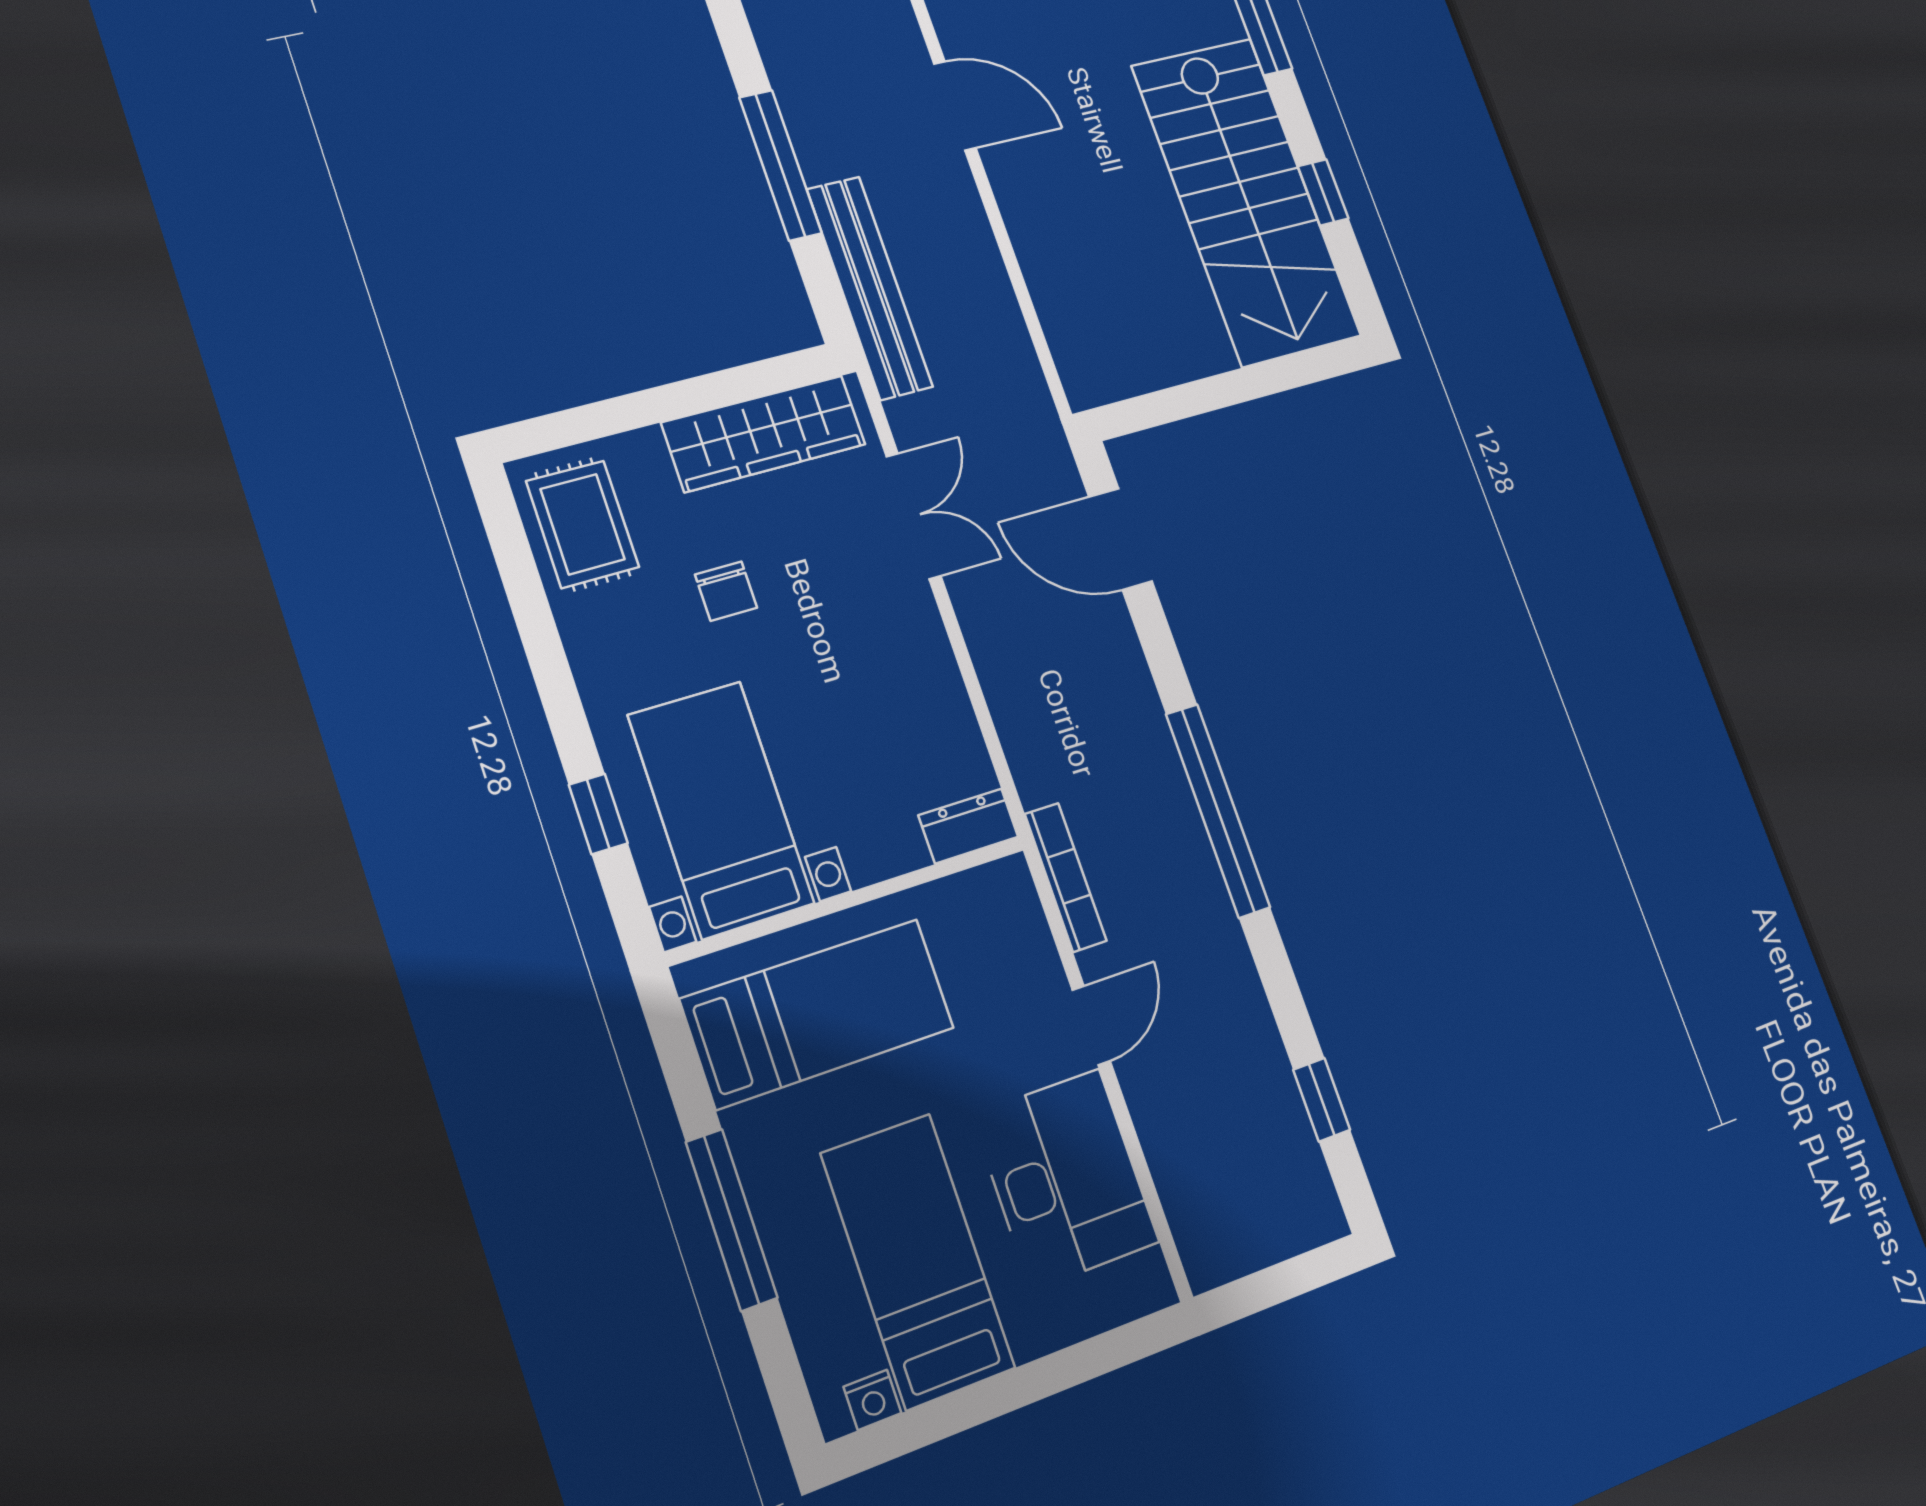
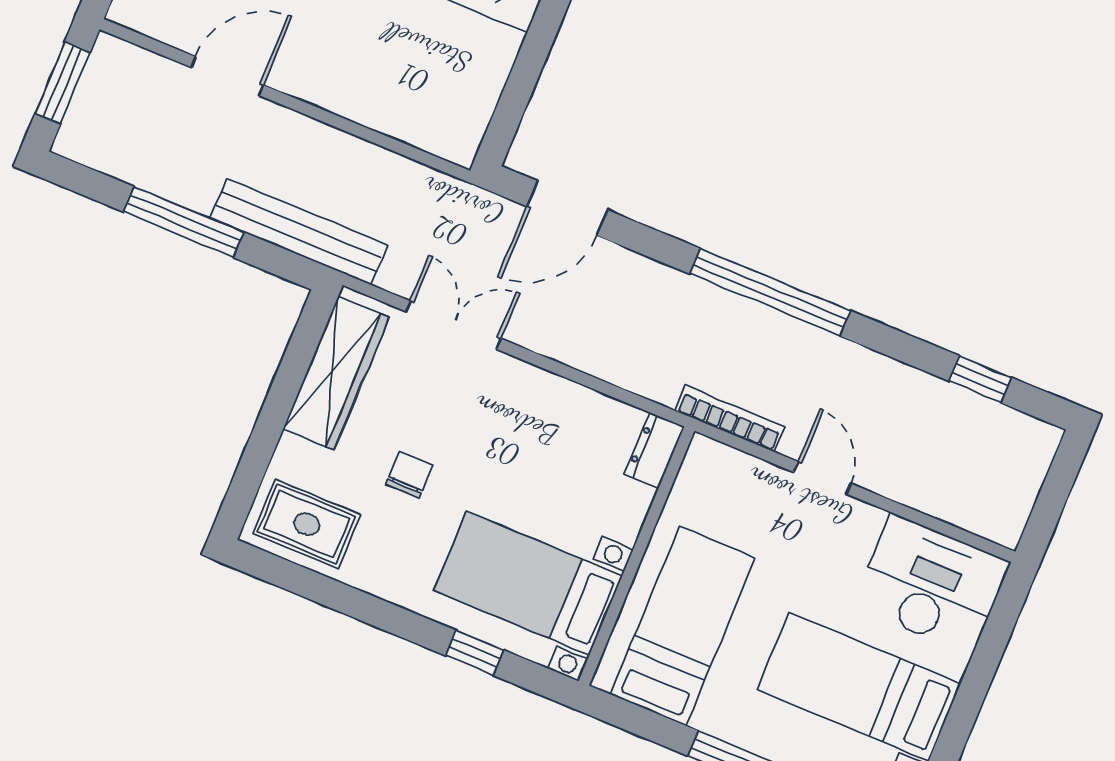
chair: (726, 591) -> (409, 475), turned -90
desk: (1065, 1179) -> (931, 584), moved

